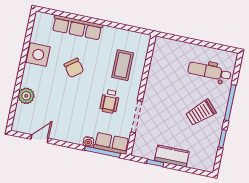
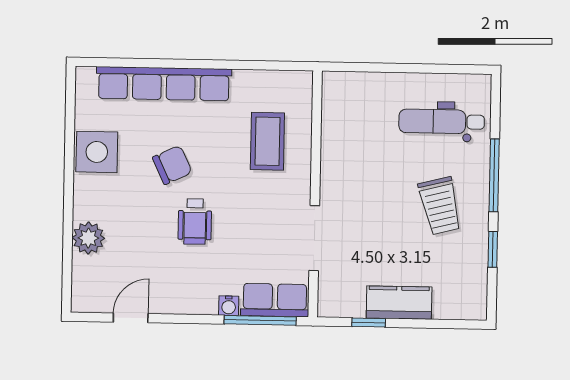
row of seats: (77, 27) -> (164, 84), width x1.36
chair: (74, 68) -> (172, 165), turned -77
wheelchair: (110, 101) -> (195, 222), moved
trolley: (201, 113) -> (440, 206), turned -61

